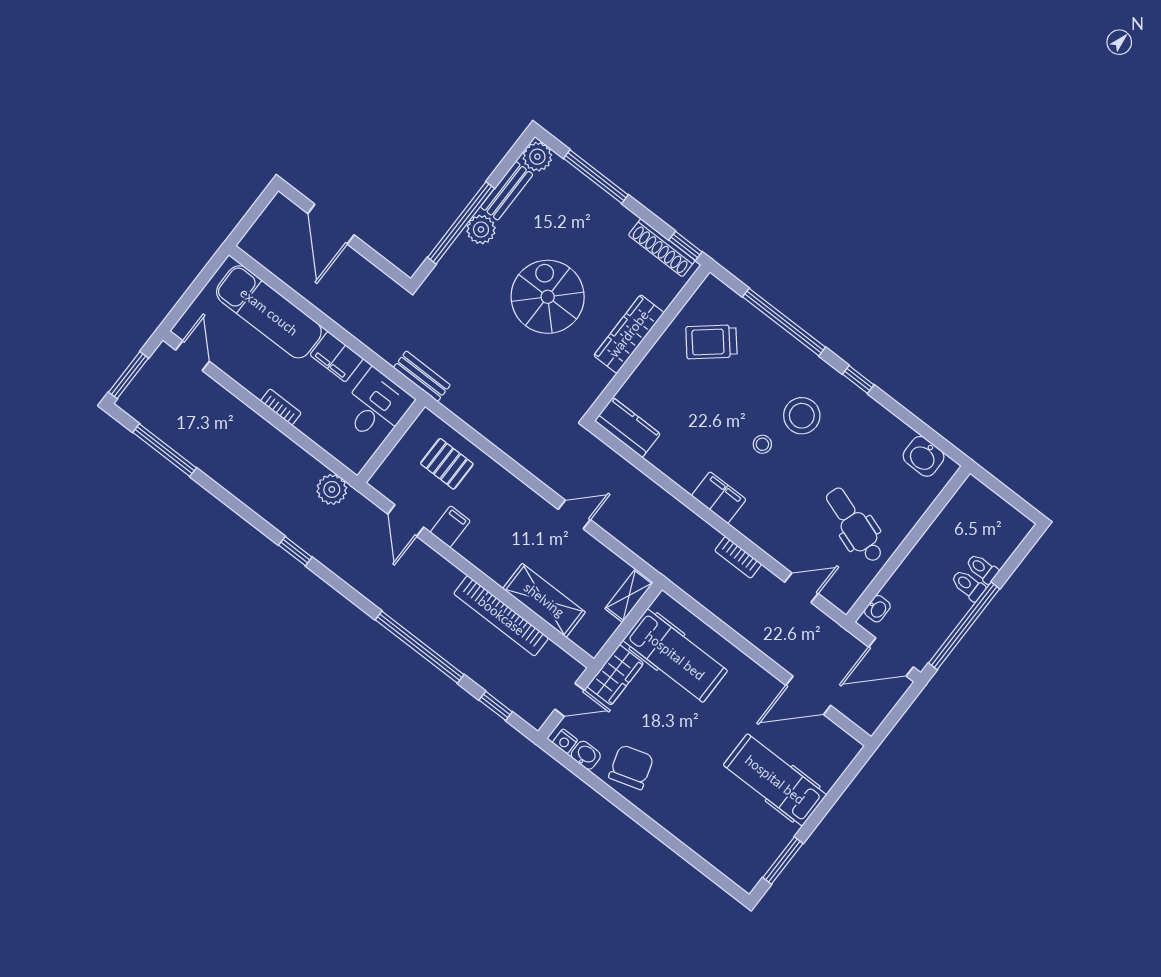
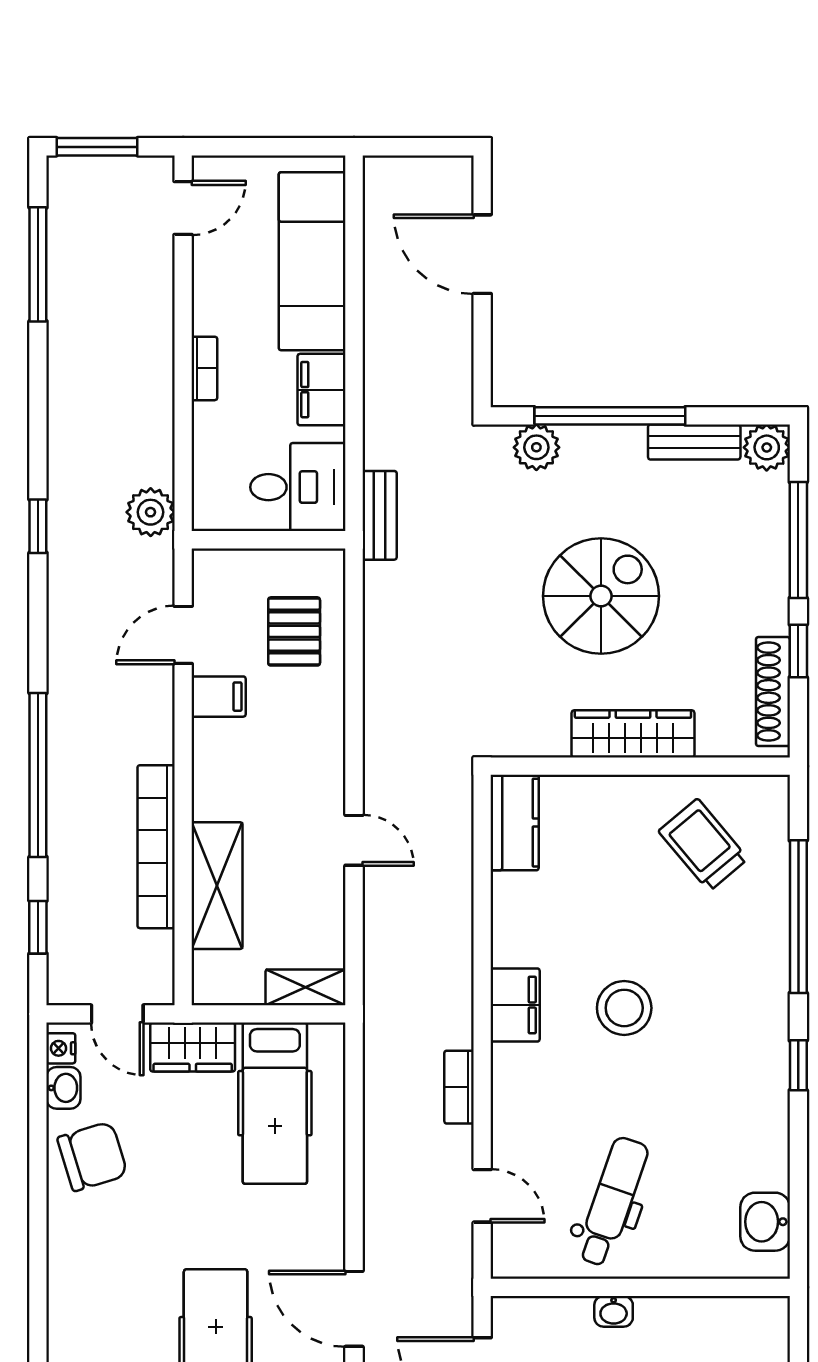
door: (331, 224) -> (482, 254), hinge flipped
plant: (481, 230) -> (536, 447), moved
window: (685, 246) -> (798, 651), moved
stool: (802, 416) -> (698, 1030), removed
stool: (762, 444) -> (624, 1008), width x1.89, depth x1.89
washbasin: (877, 609) -> (614, 1311), moved

